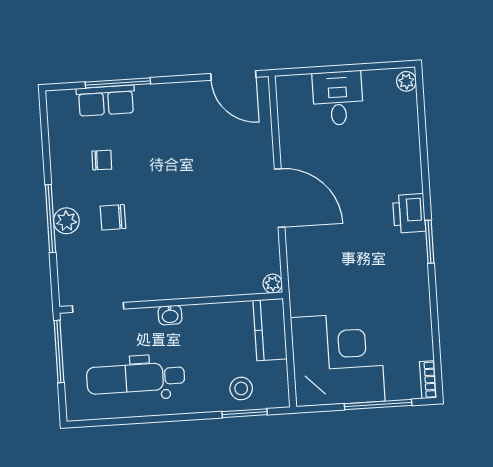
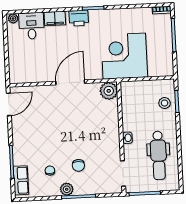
desk: (338, 98) -> (32, 26), moved, turned 90
row of seats: (106, 101) -> (21, 180), moved
filing cabinet: (408, 165) -> (55, 18), added
plant: (66, 221) -> (67, 189), moved
plant: (273, 284) -> (109, 91), width x1.88, depth x1.88
kitchen counter: (270, 330) -> (135, 88), removed
corner desk: (338, 359) -> (124, 56), moved

